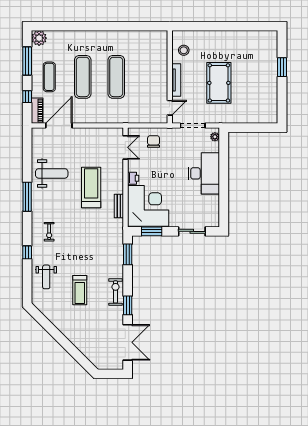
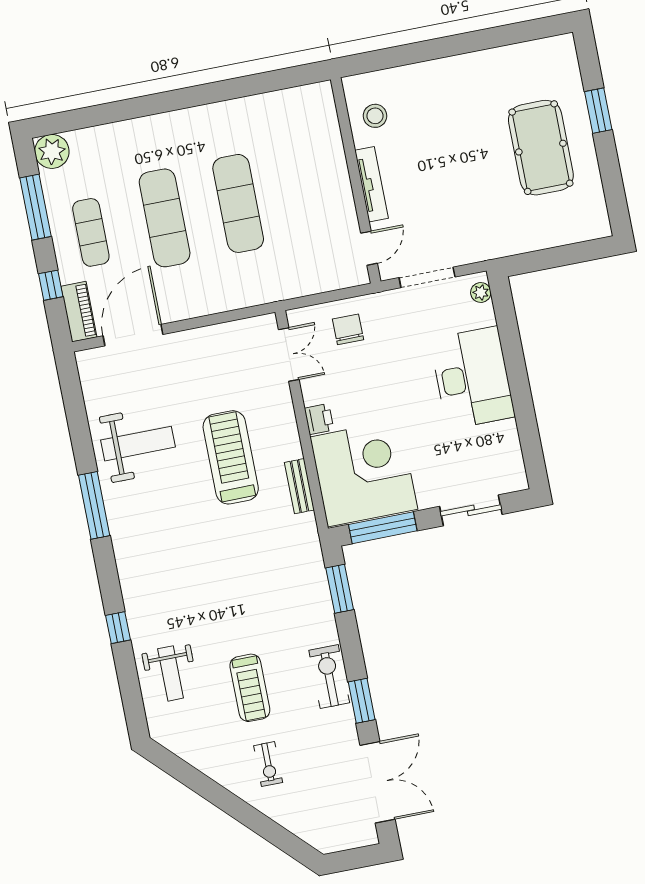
pool table: (219, 83) -> (541, 148), moved
window: (152, 231) -> (383, 528), width x1.44
exercise bike: (49, 232) -> (268, 764), moved

